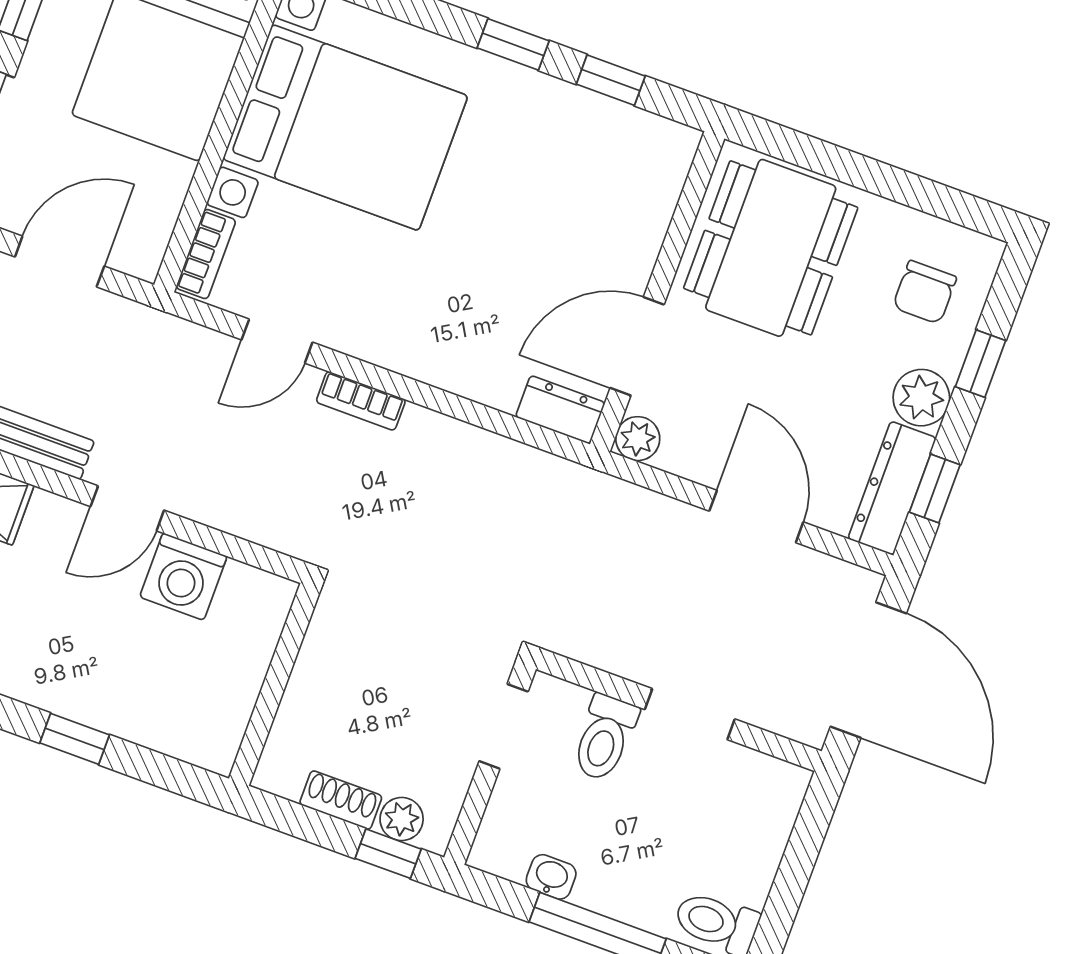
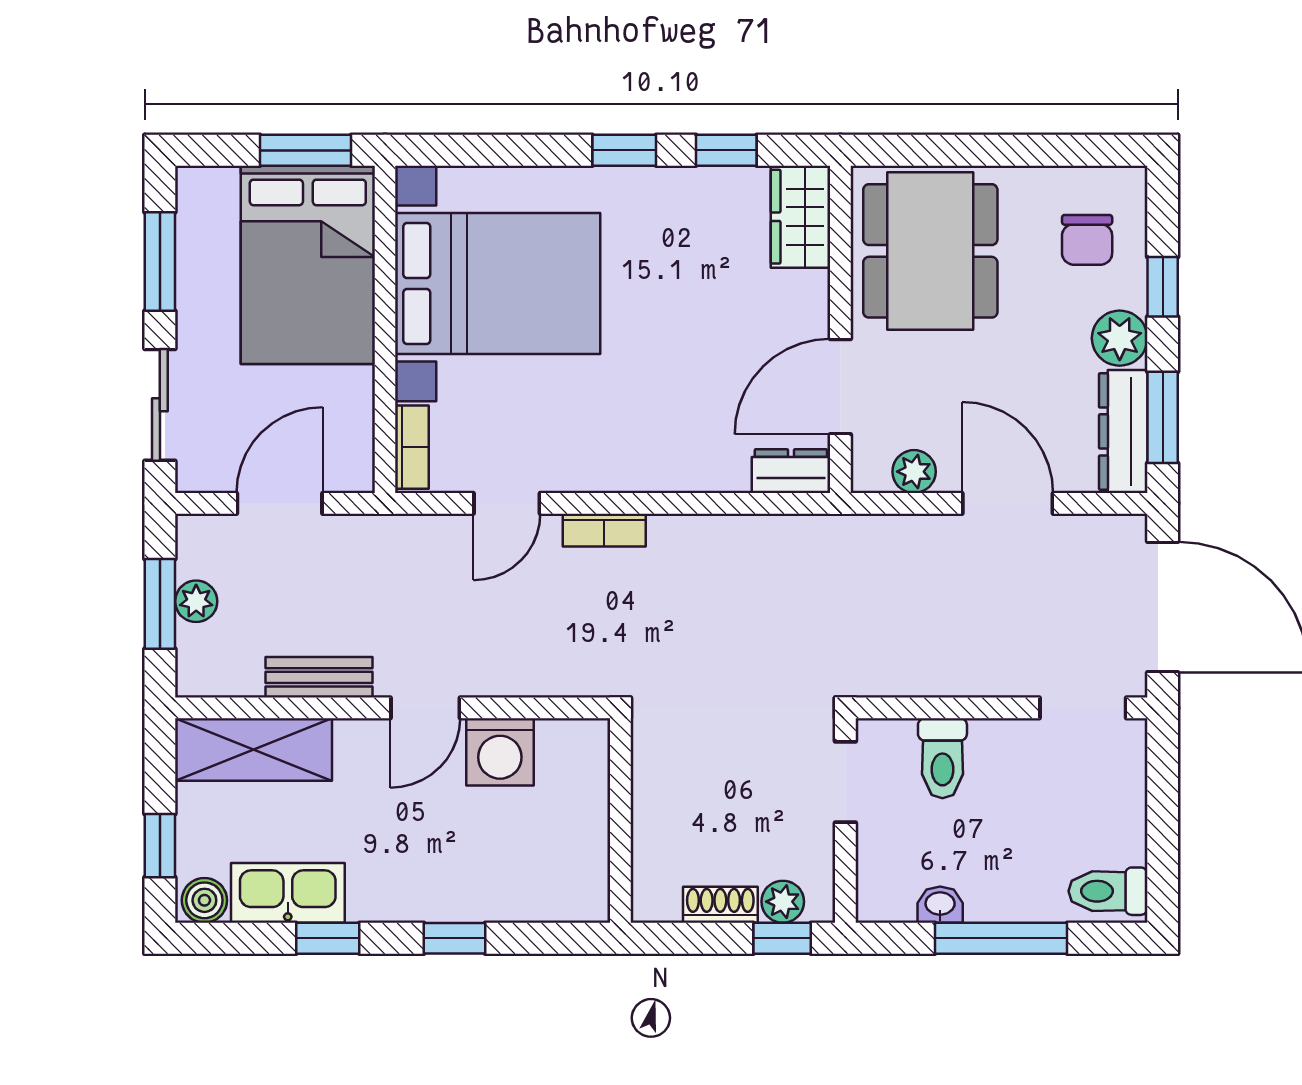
wardrobe: (658, 170) -> (800, 217), added
plant: (638, 439) -> (914, 472), moved
window: (935, 489) -> (1163, 417), width x1.50
doorway: (690, 714) -> (1083, 708), moved

